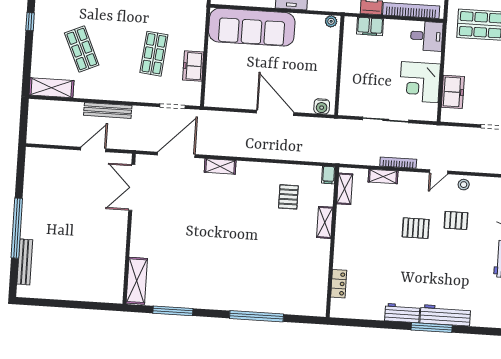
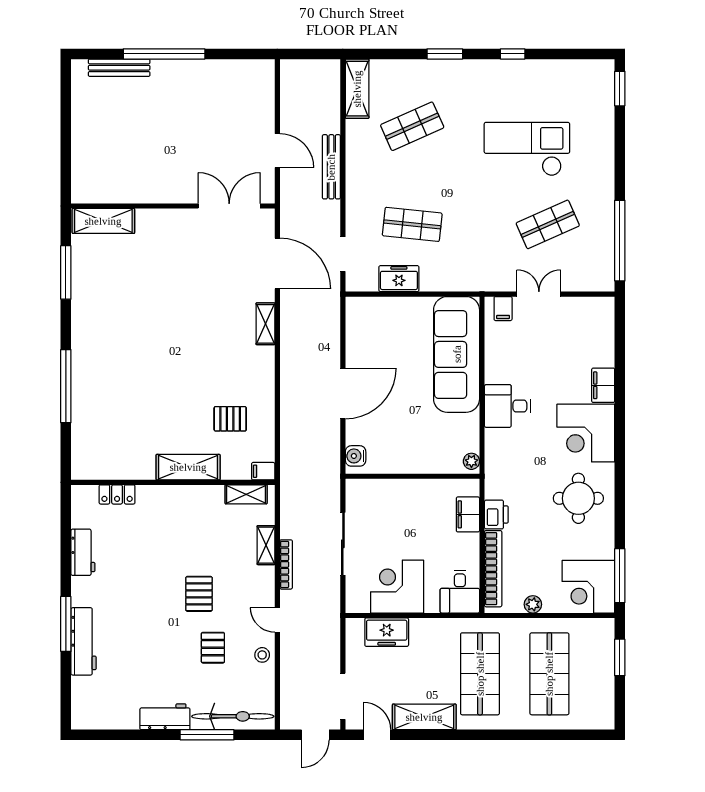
window: (30, 22) -> (445, 54), width x1.50
shelving: (325, 222) -> (188, 467), width x1.50, depth x1.33
workbench: (402, 313) -> (83, 552), moved

